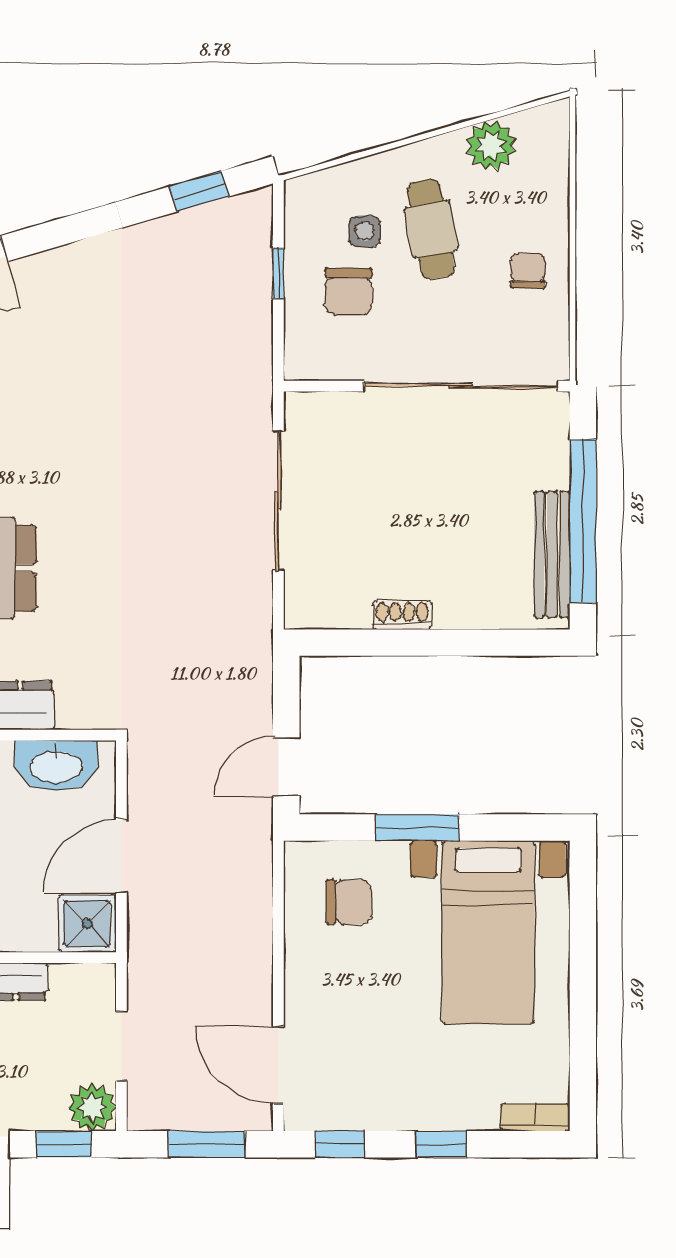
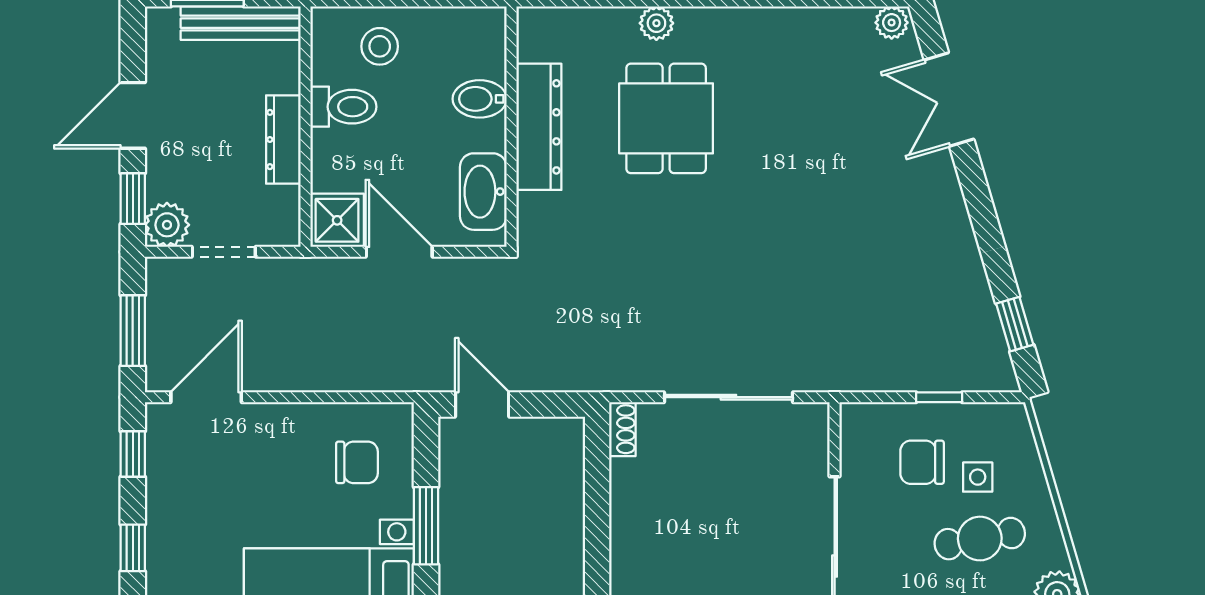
shoe rack: (402, 615) -> (622, 429), moved
chair: (349, 902) -> (357, 462), turned -90

